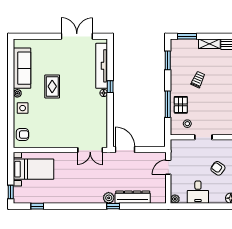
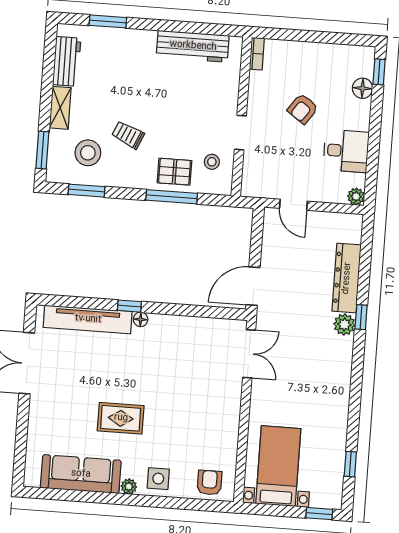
stool: (187, 60) -> (88, 153), added

